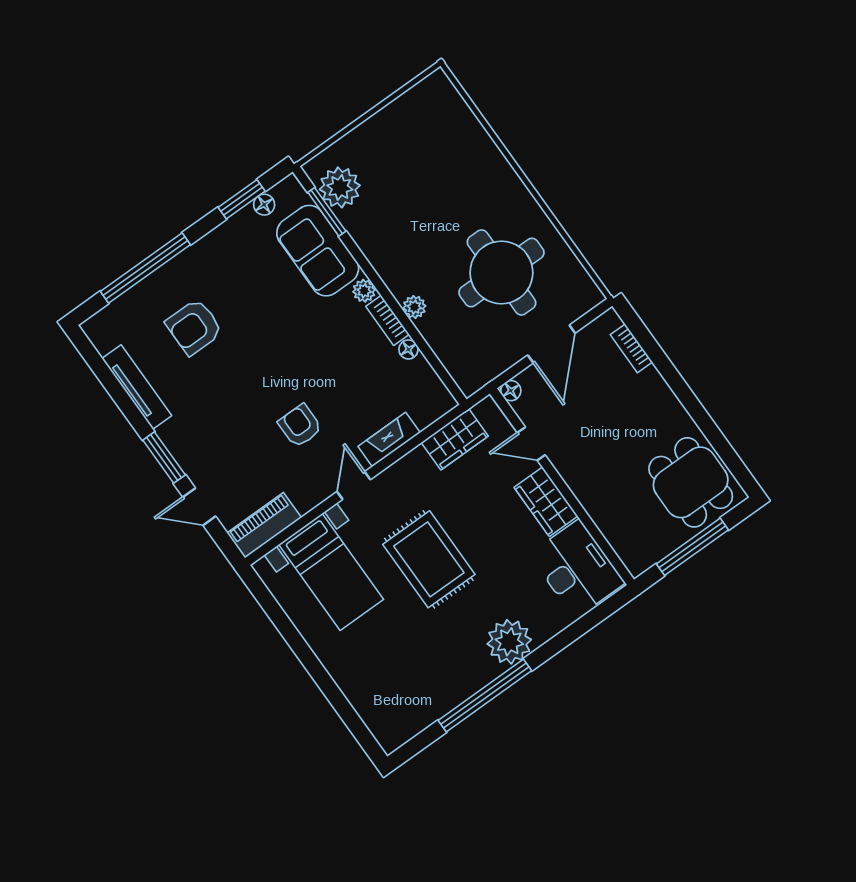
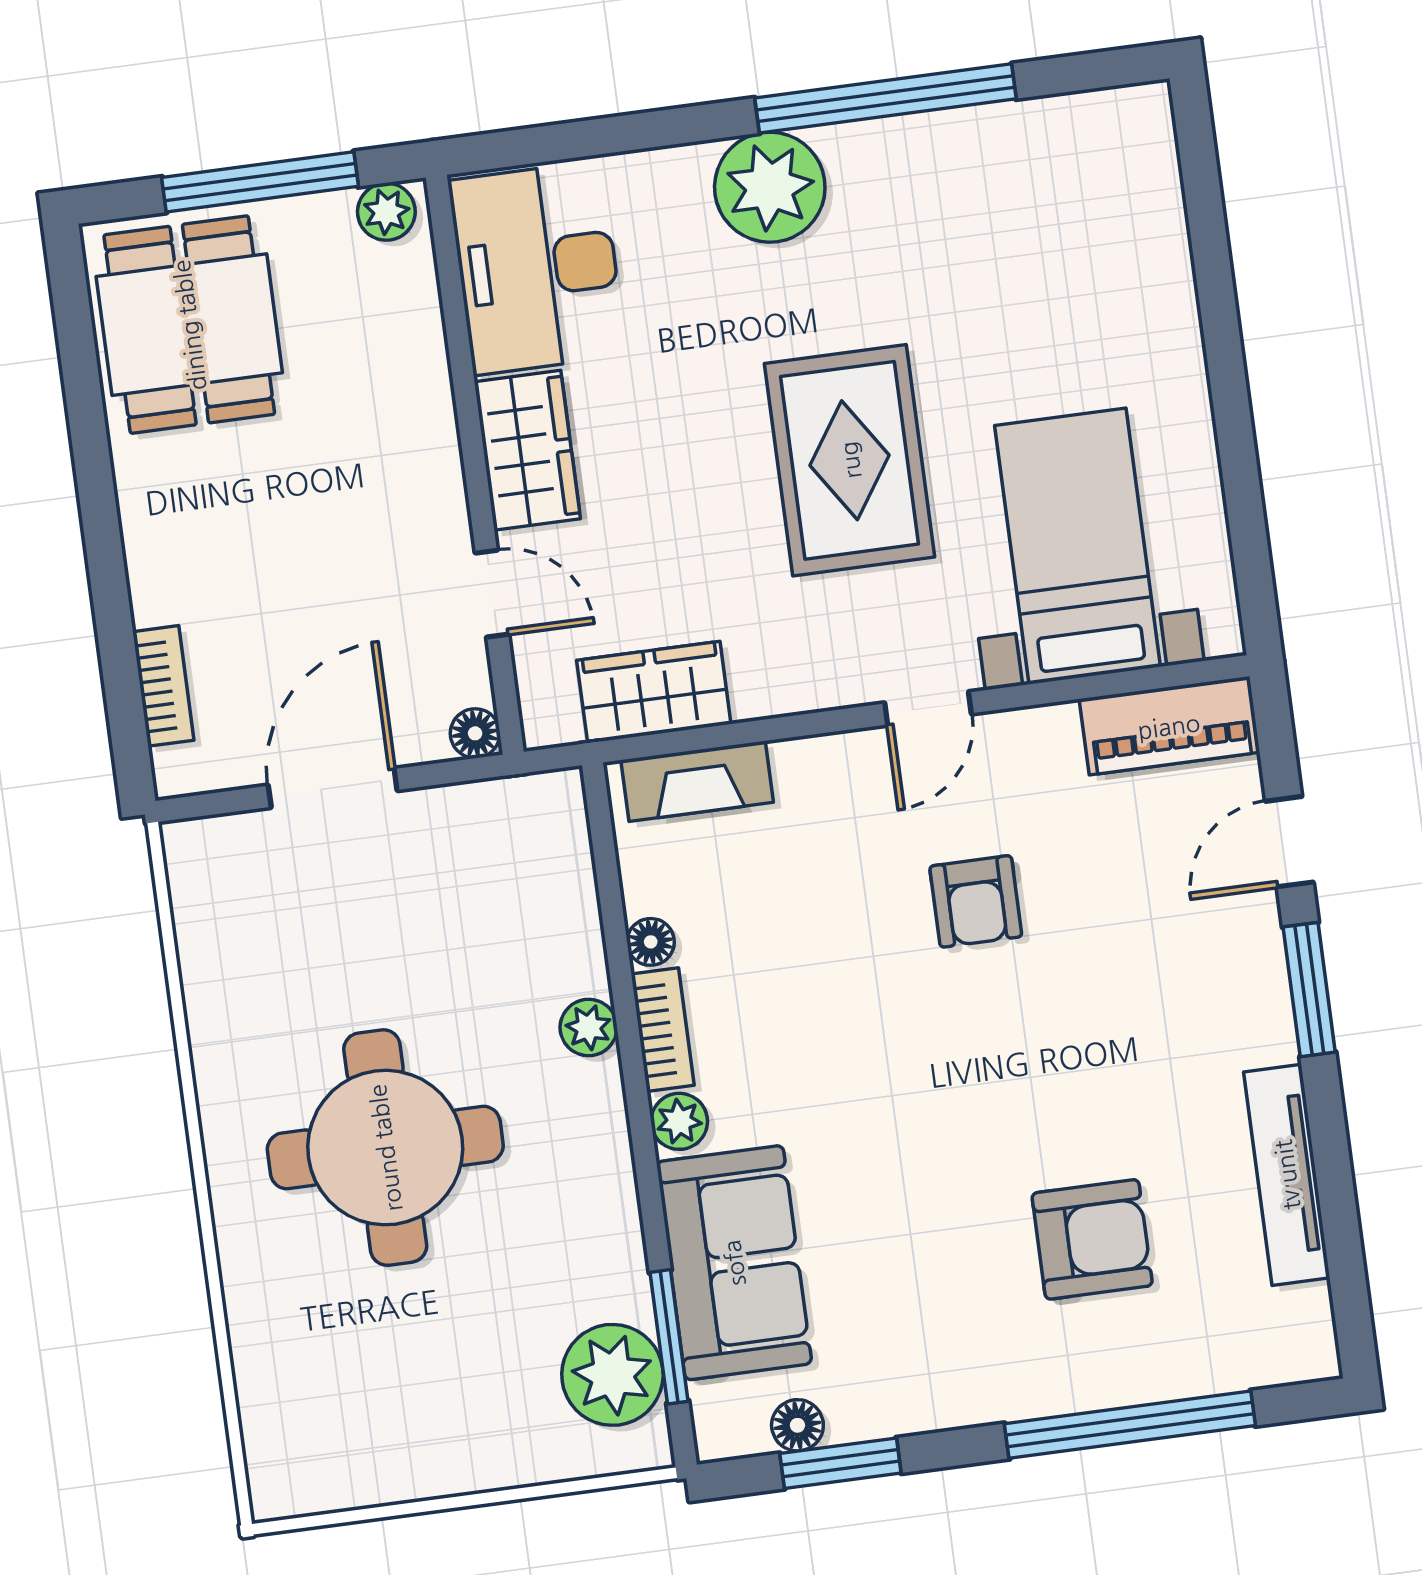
round table: (501, 272) -> (385, 1148), moved
fireplace: (389, 440) -> (697, 781), moved
door: (199, 507) -> (1289, 842), swing flipped
plant: (642, 560) -> (386, 212), added

